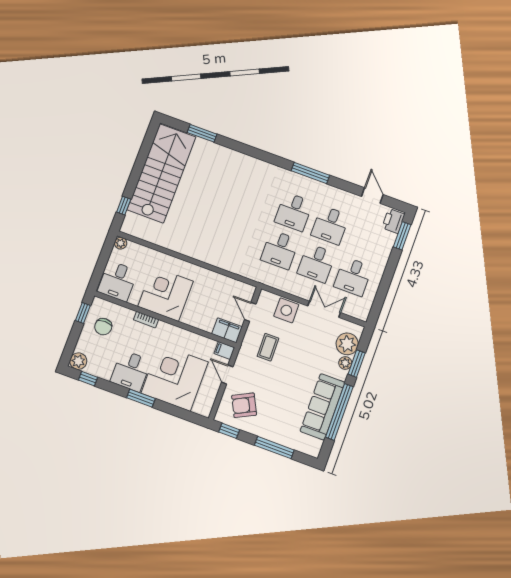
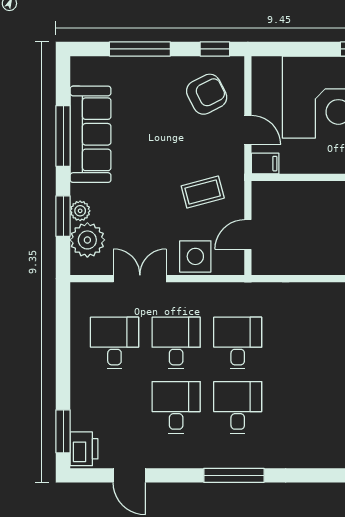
double door: (324, 309) -> (140, 279), swing flipped
door: (250, 312) -> (248, 235), swing flipped
filing cabinet: (227, 330) -> (272, 195), removed
coffee table: (268, 347) -> (203, 192), turned 76
window: (339, 412) -> (63, 136), width x0.68

